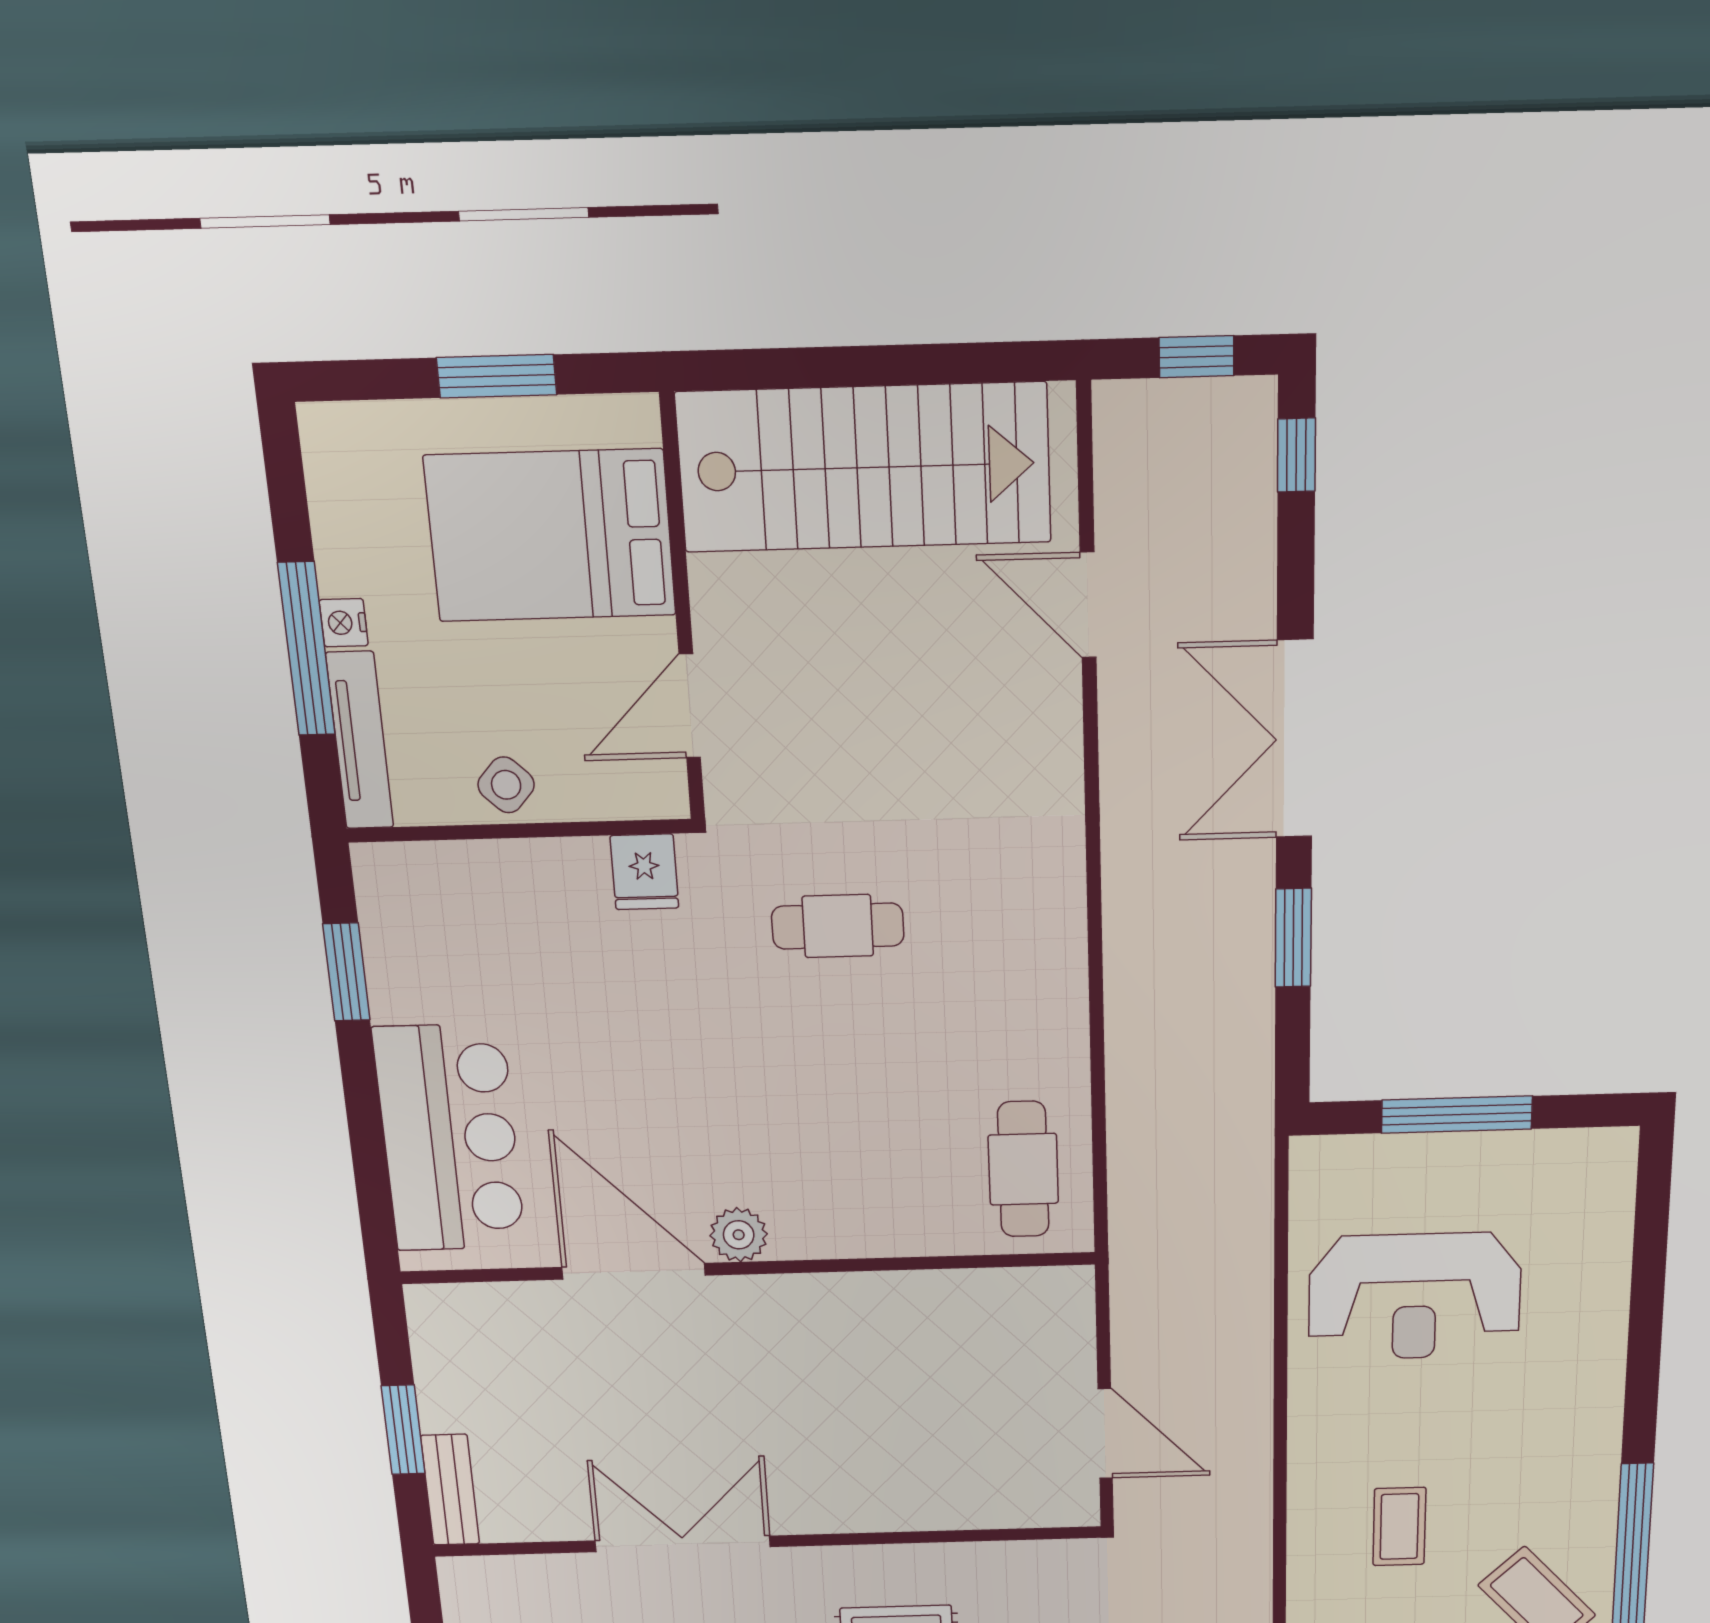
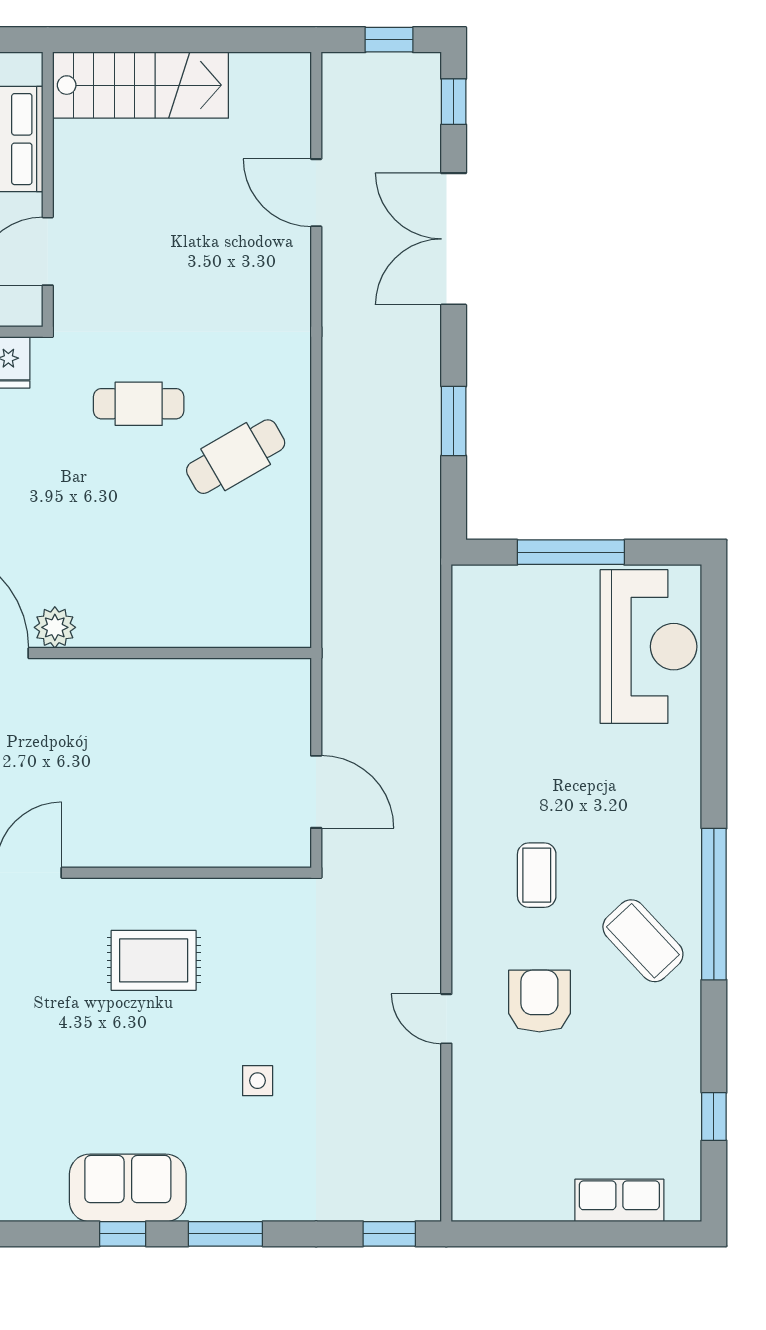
stairs: (864, 467) -> (141, 85), width x0.73, depth x0.66
double door: (1295, 739) -> (454, 239), moved
cafe table: (1023, 1169) -> (236, 457), moved, turned 60
reception desk: (1415, 1296) -> (649, 647), moved, turned -90

